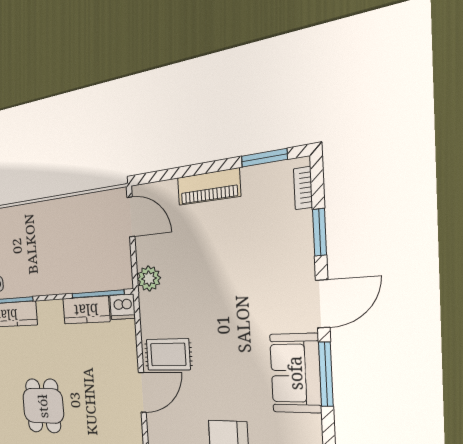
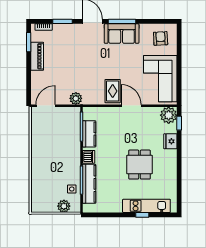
piano: (209, 187) -> (37, 56), moved
dishwasher: (123, 307) -> (89, 157), moved
dining table: (43, 406) -> (139, 165), turned 90

